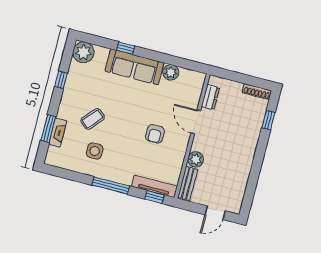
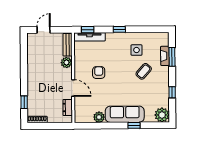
window: (111, 186) -> (119, 29), width x0.46

